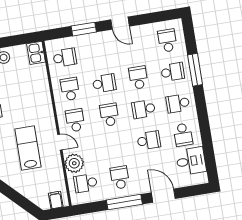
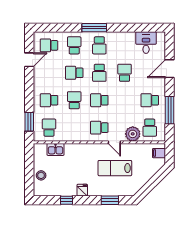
door: (120, 23) -> (29, 60), moved
window: (84, 29) -> (29, 122), moved
kitchen sink: (36, 53) -> (55, 149), moved
window: (195, 70) -> (94, 28), moved
school desk: (70, 89) -> (49, 100), moved
school desk: (183, 135) -> (125, 45), removed
door: (60, 142) -> (114, 142), swing flipped
window: (124, 202) -> (169, 110), moved

